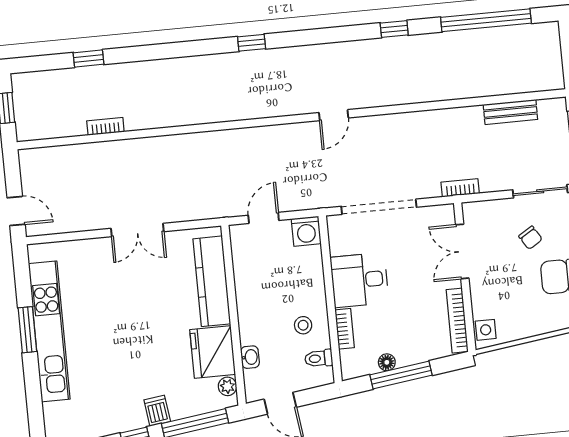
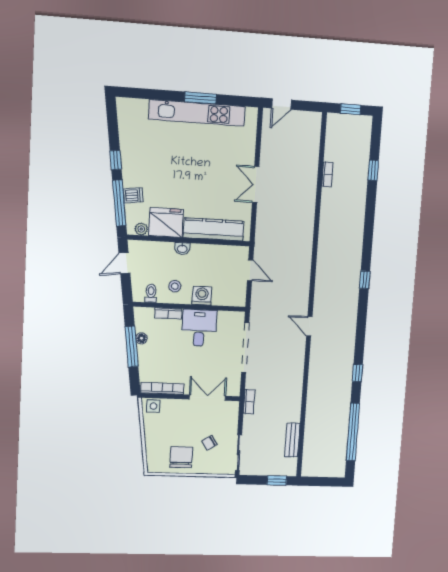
washing machine: (306, 231) -> (202, 296), moved, turned 90
washbasin: (250, 357) -> (182, 249), moved
dishwasher: (157, 411) -> (133, 195), moved

